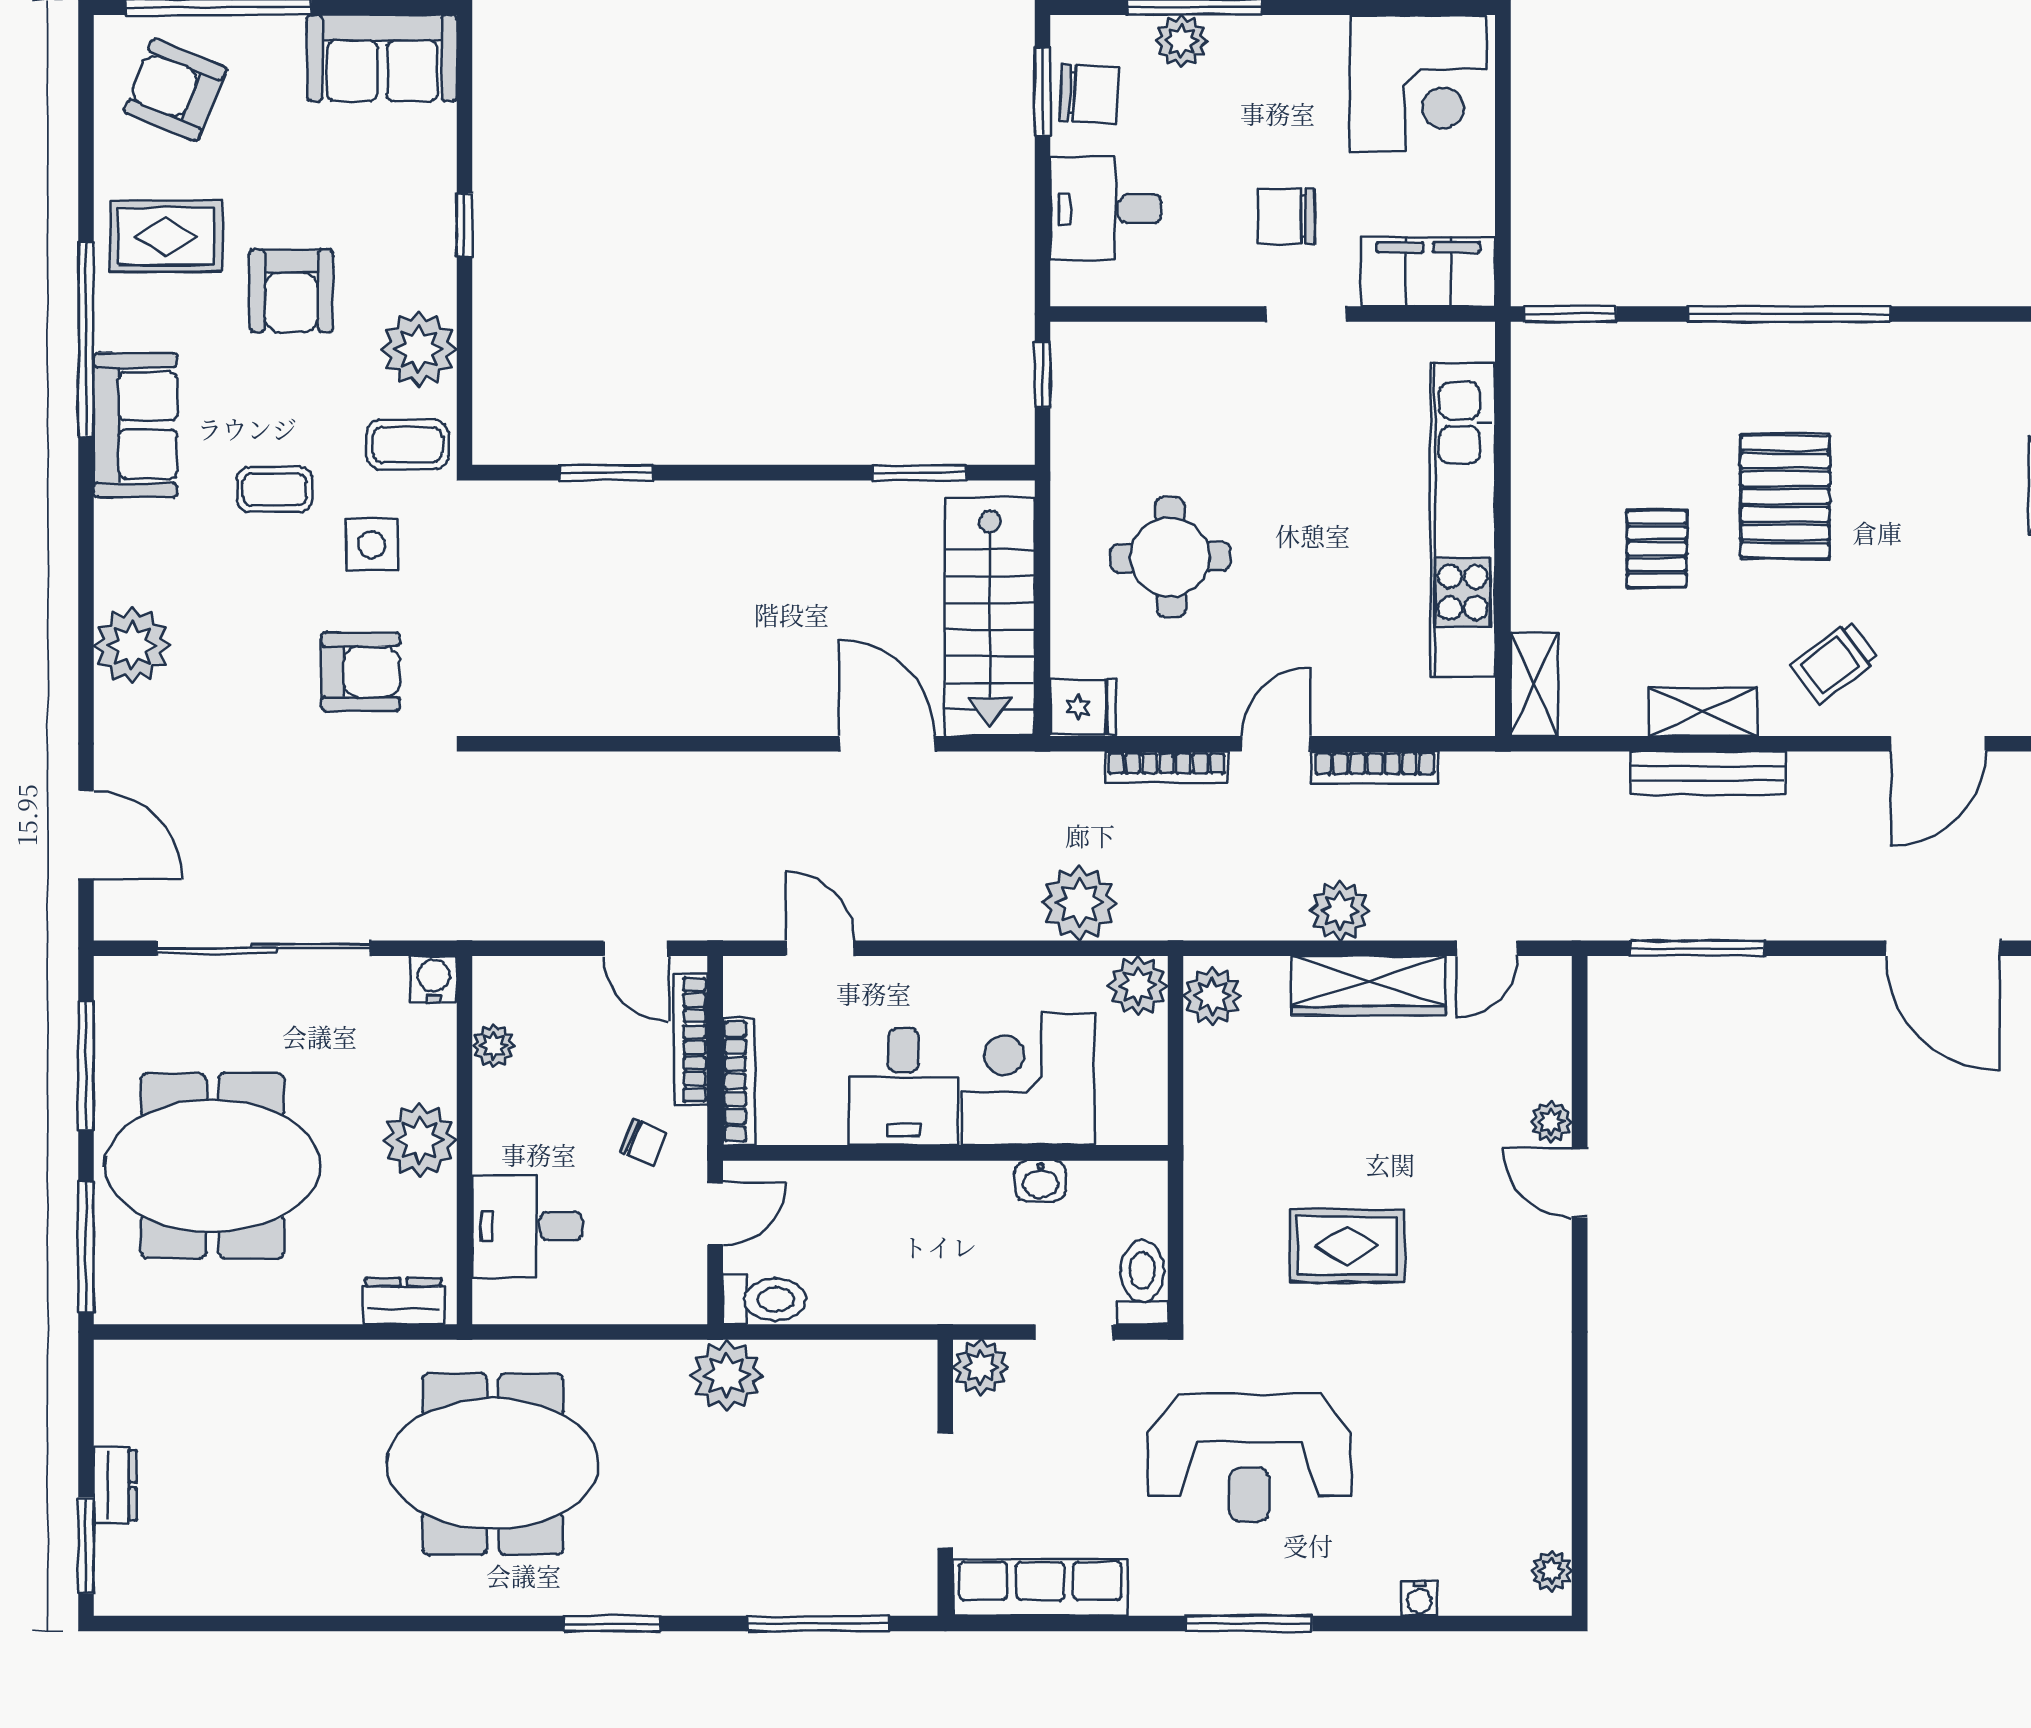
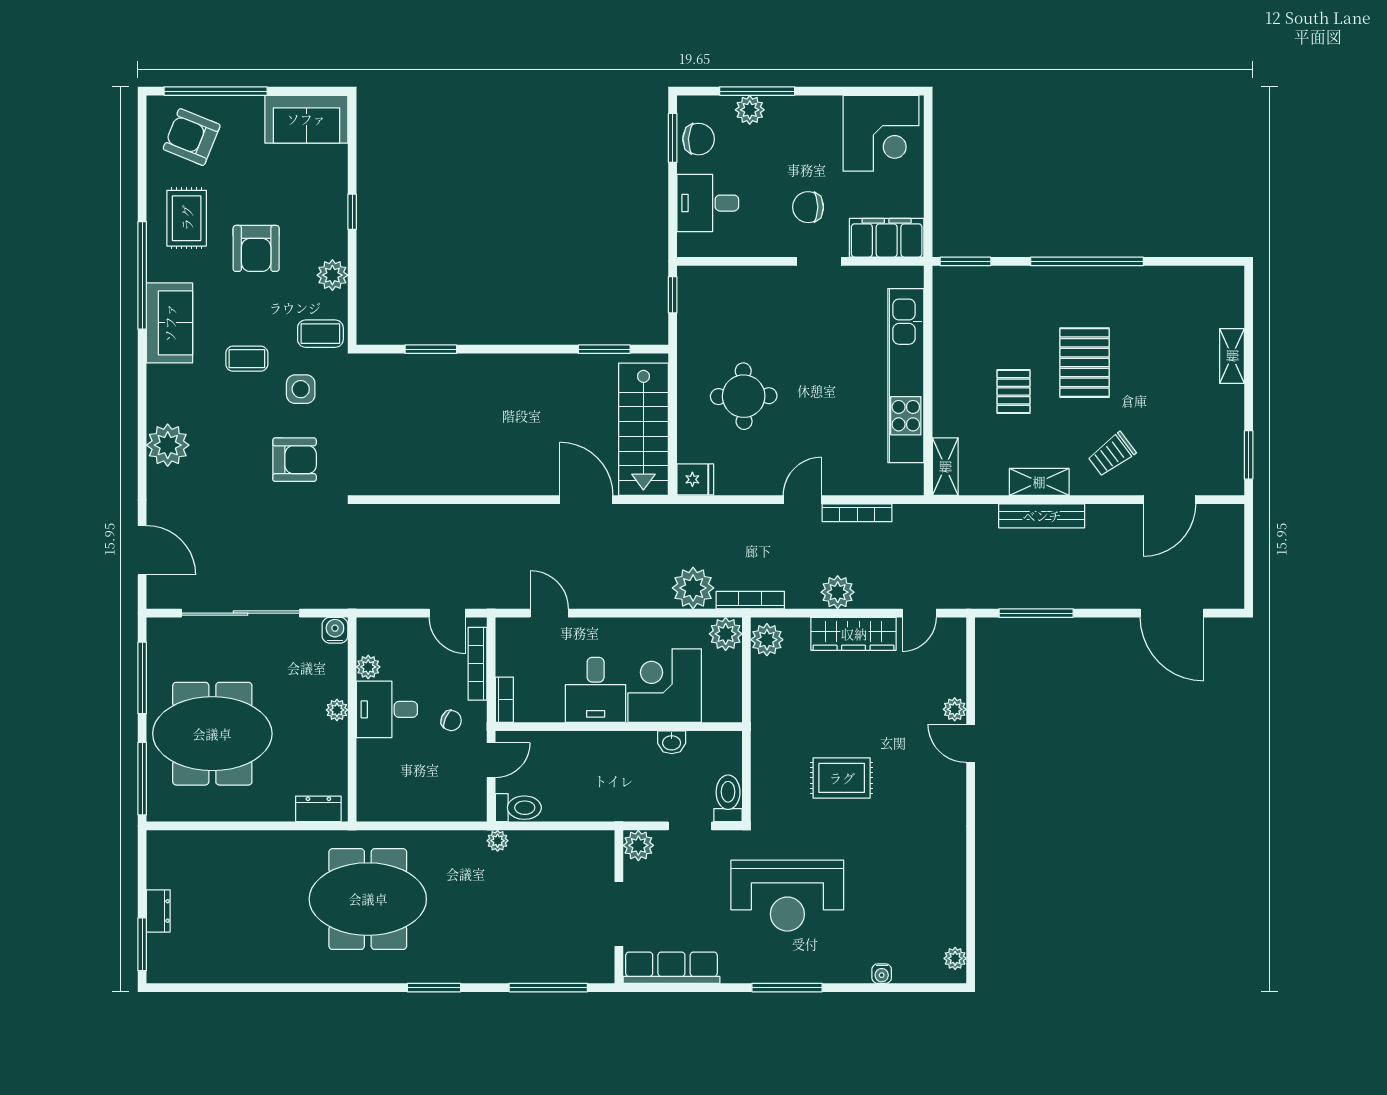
rug: (166, 236) -> (187, 218), turned 90
plant: (419, 349) -> (332, 275), width x0.73, depth x0.73
bookcase: (1167, 767) -> (750, 600), moved, turned 180
bookcase: (739, 1082) -> (504, 700), width x0.64
plant: (420, 1140) -> (337, 710), width x0.53, depth x0.53
desk: (527, 1226) -> (387, 709), moved
plant: (727, 1375) -> (498, 841), width x0.53, depth x0.53

